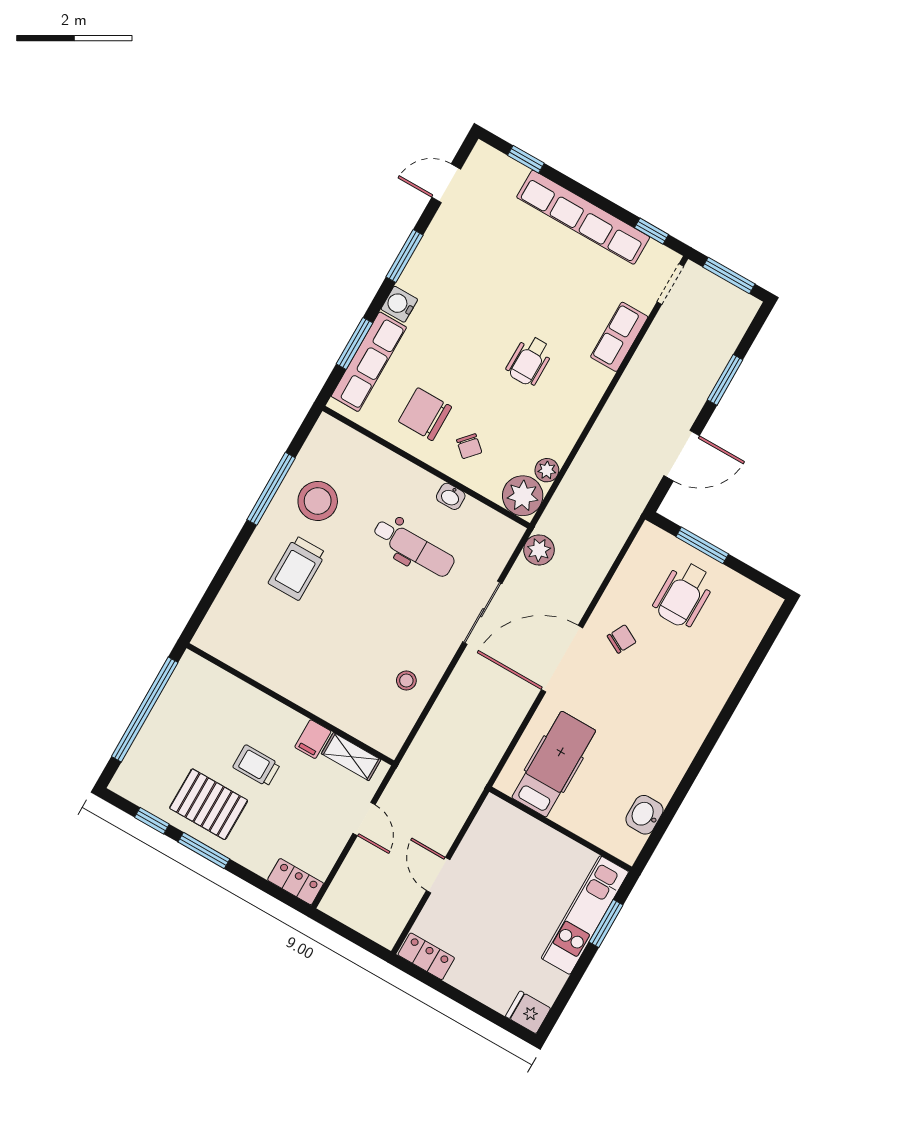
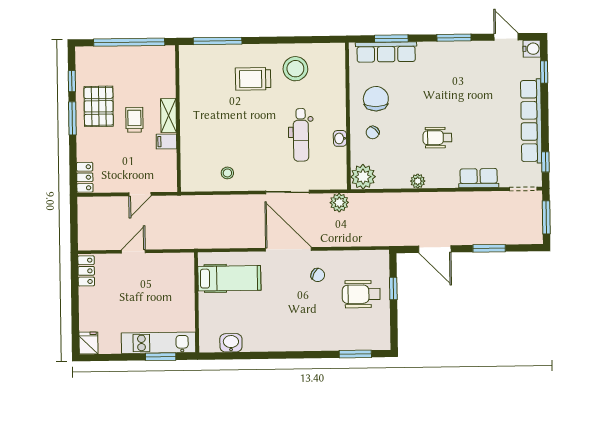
water cooler: (399, 304) -> (532, 49), moved, turned 90
plant: (547, 470) -> (418, 181), moved
window: (271, 489) -> (218, 41), moved
window: (702, 545) -> (393, 288), width x0.67
window: (762, 652) -> (355, 354), added
shelving: (351, 757) -> (168, 115), moved

